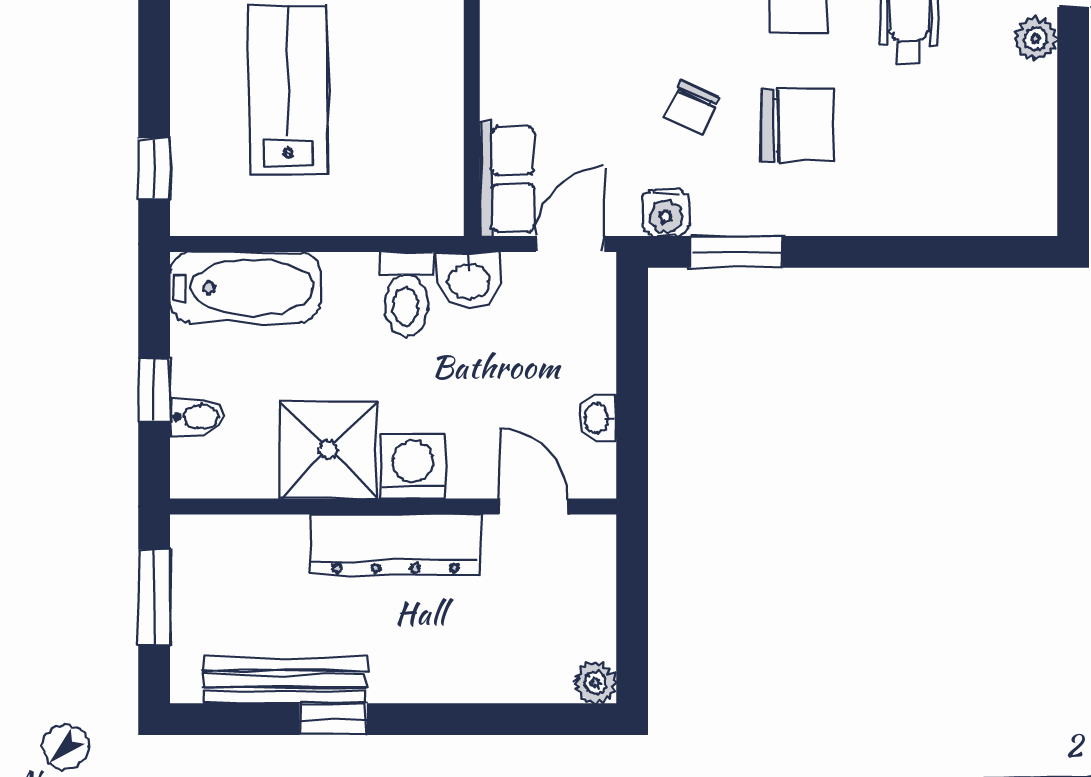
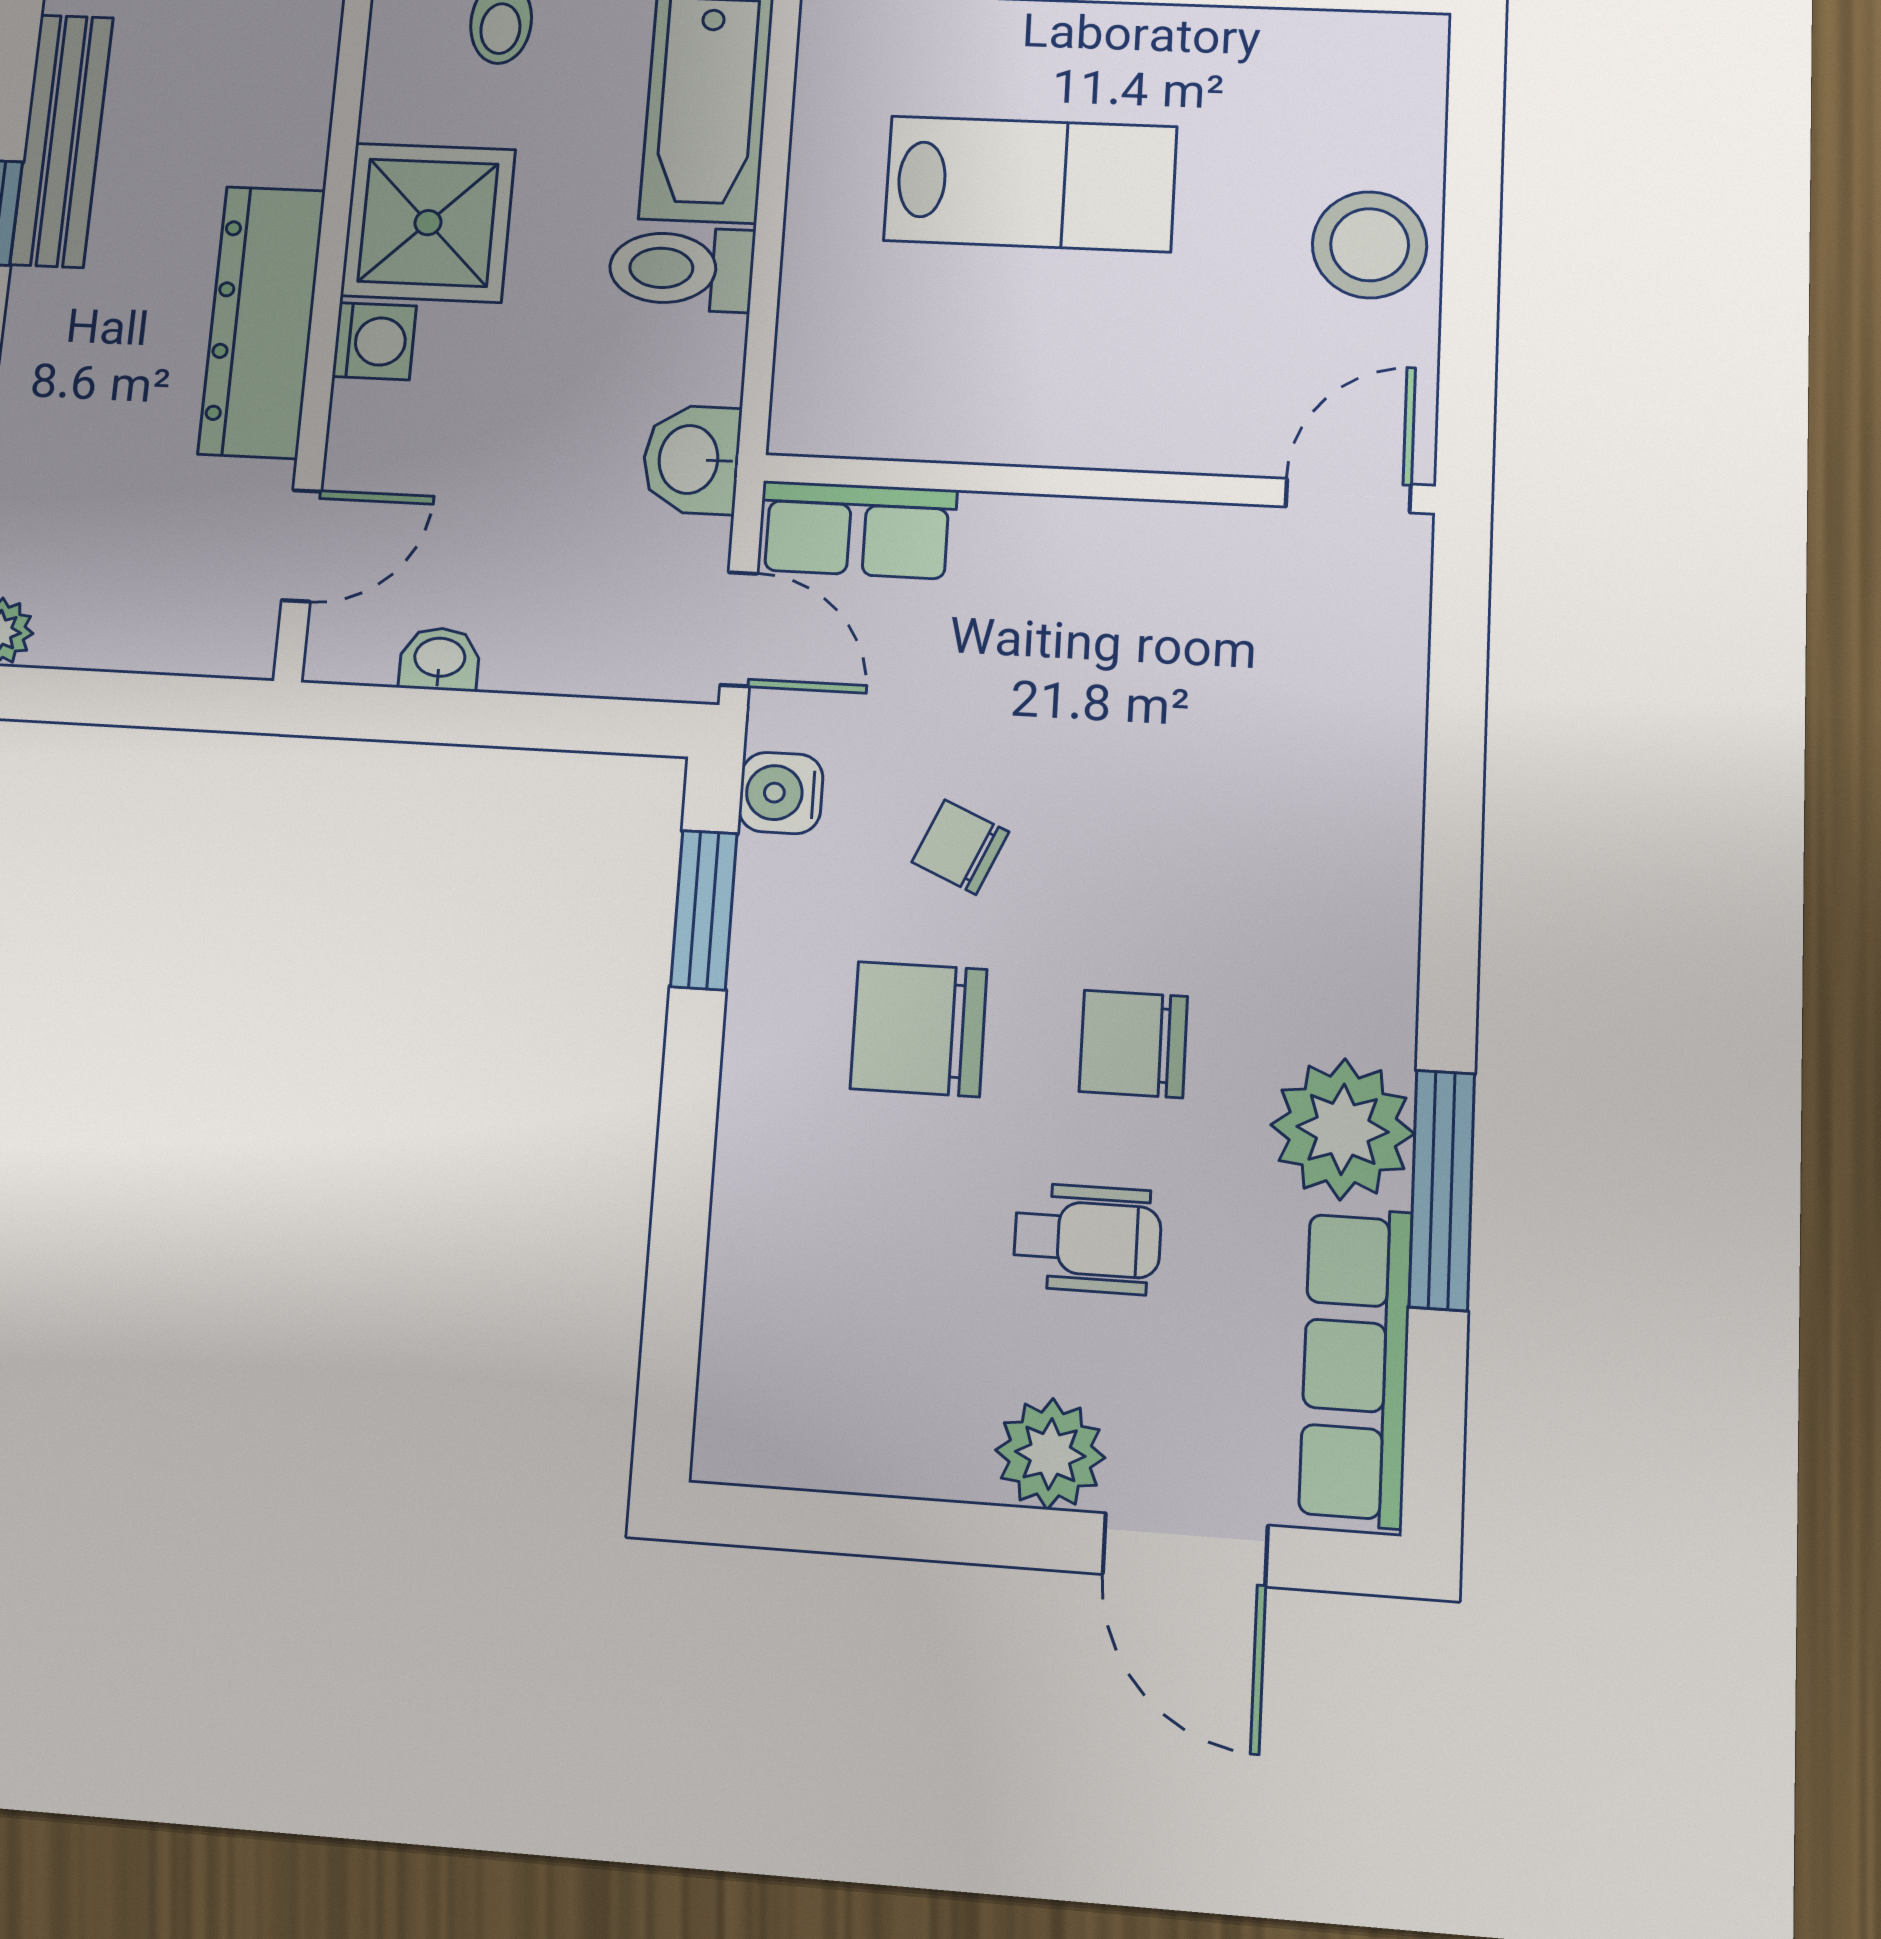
plant: (1036, 39) -> (1050, 1454), width x1.38, depth x1.38
chair: (798, 125) -> (919, 1029), turned 90
toilet: (406, 295) -> (681, 269), moved
washing machine: (413, 466) -> (374, 341), width x0.73, depth x0.73

